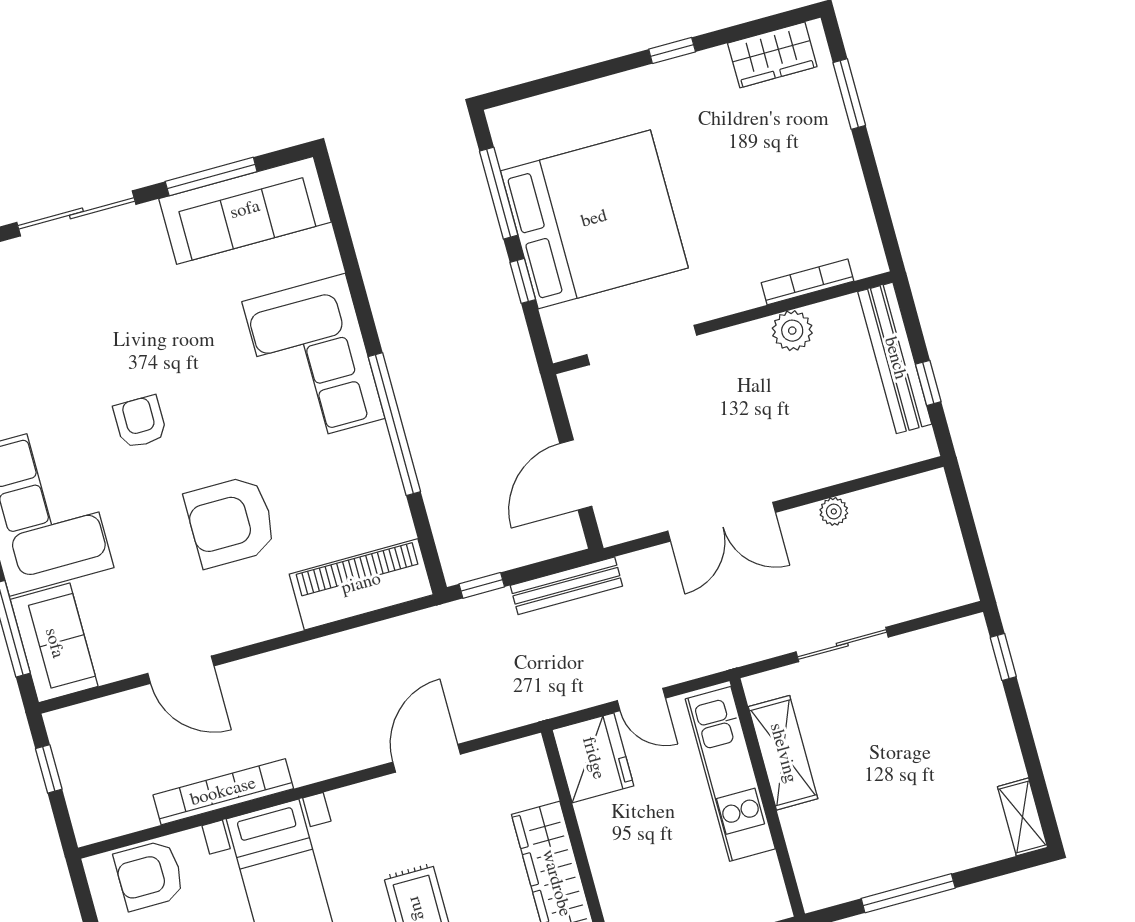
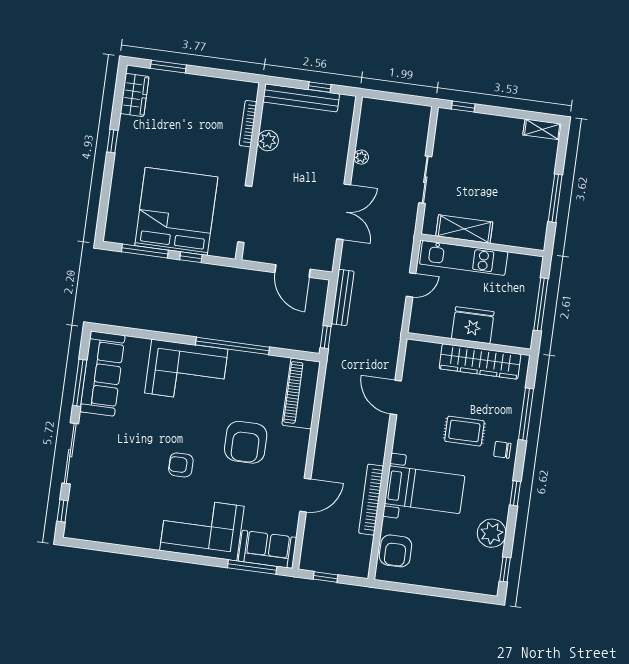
fridge: (593, 758) -> (473, 325), moved

